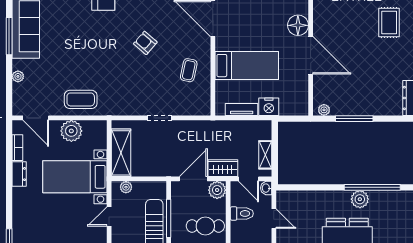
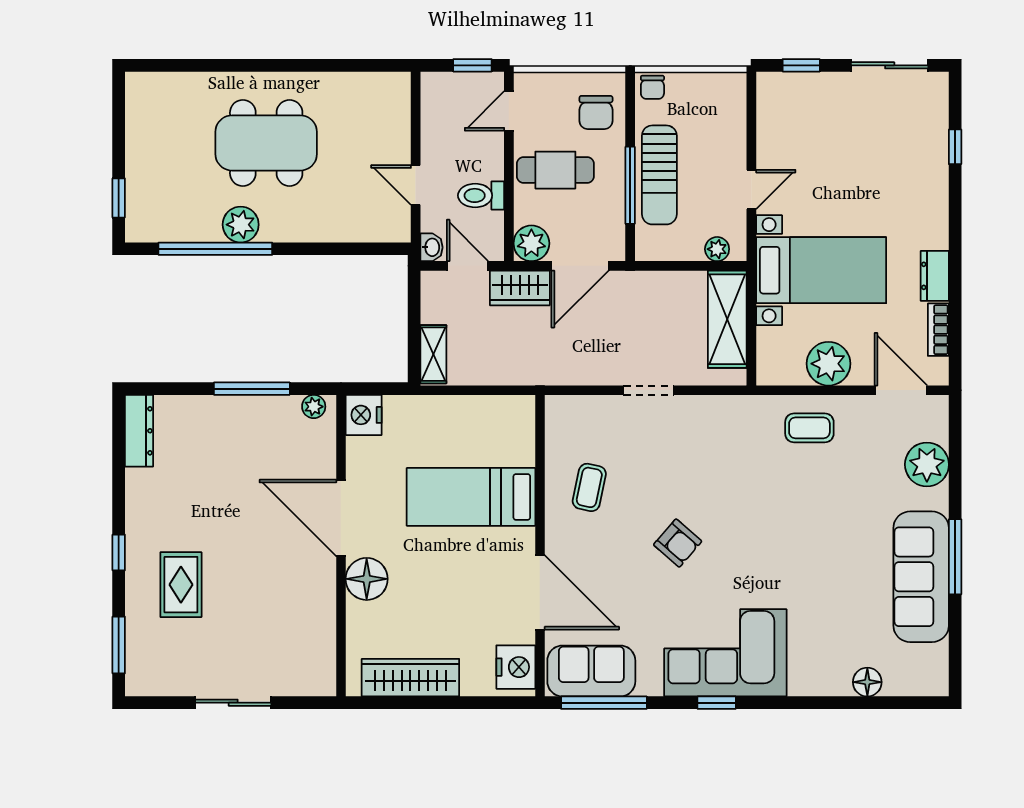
plant: (18, 76) -> (927, 464), width x1.88, depth x1.88
coffee table: (81, 99) -> (809, 428), width x0.73, depth x0.77
nightstand: (269, 107) -> (364, 415), moved, turned -90
tv unit: (242, 109) -> (482, 407), removed
shelving: (265, 155) -> (433, 354), moved

